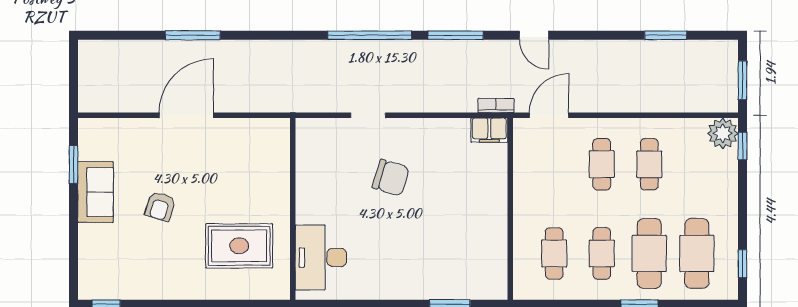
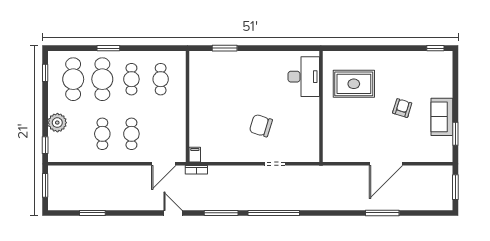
window: (73, 77) -> (455, 187), added
filing cabinet: (489, 130) -> (195, 155), width x0.50
plant: (723, 133) -> (57, 123), moved

